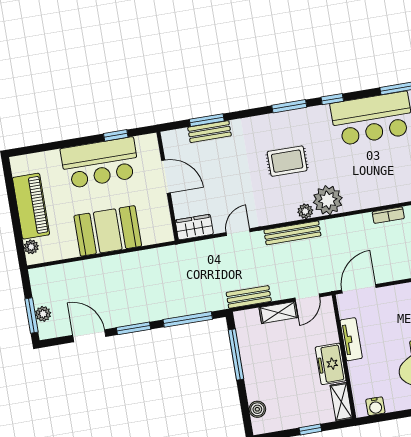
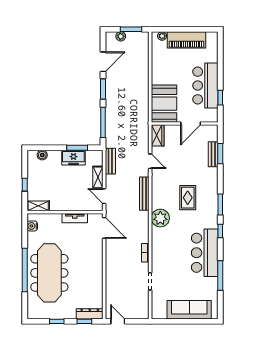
plant: (305, 211) -> (156, 204), removed
booth: (108, 231) -> (164, 104), moved
window: (32, 316) -> (131, 29), moved
window: (236, 354) -> (77, 148), width x0.69
freezer: (331, 364) -> (73, 158), moved, turned 180

